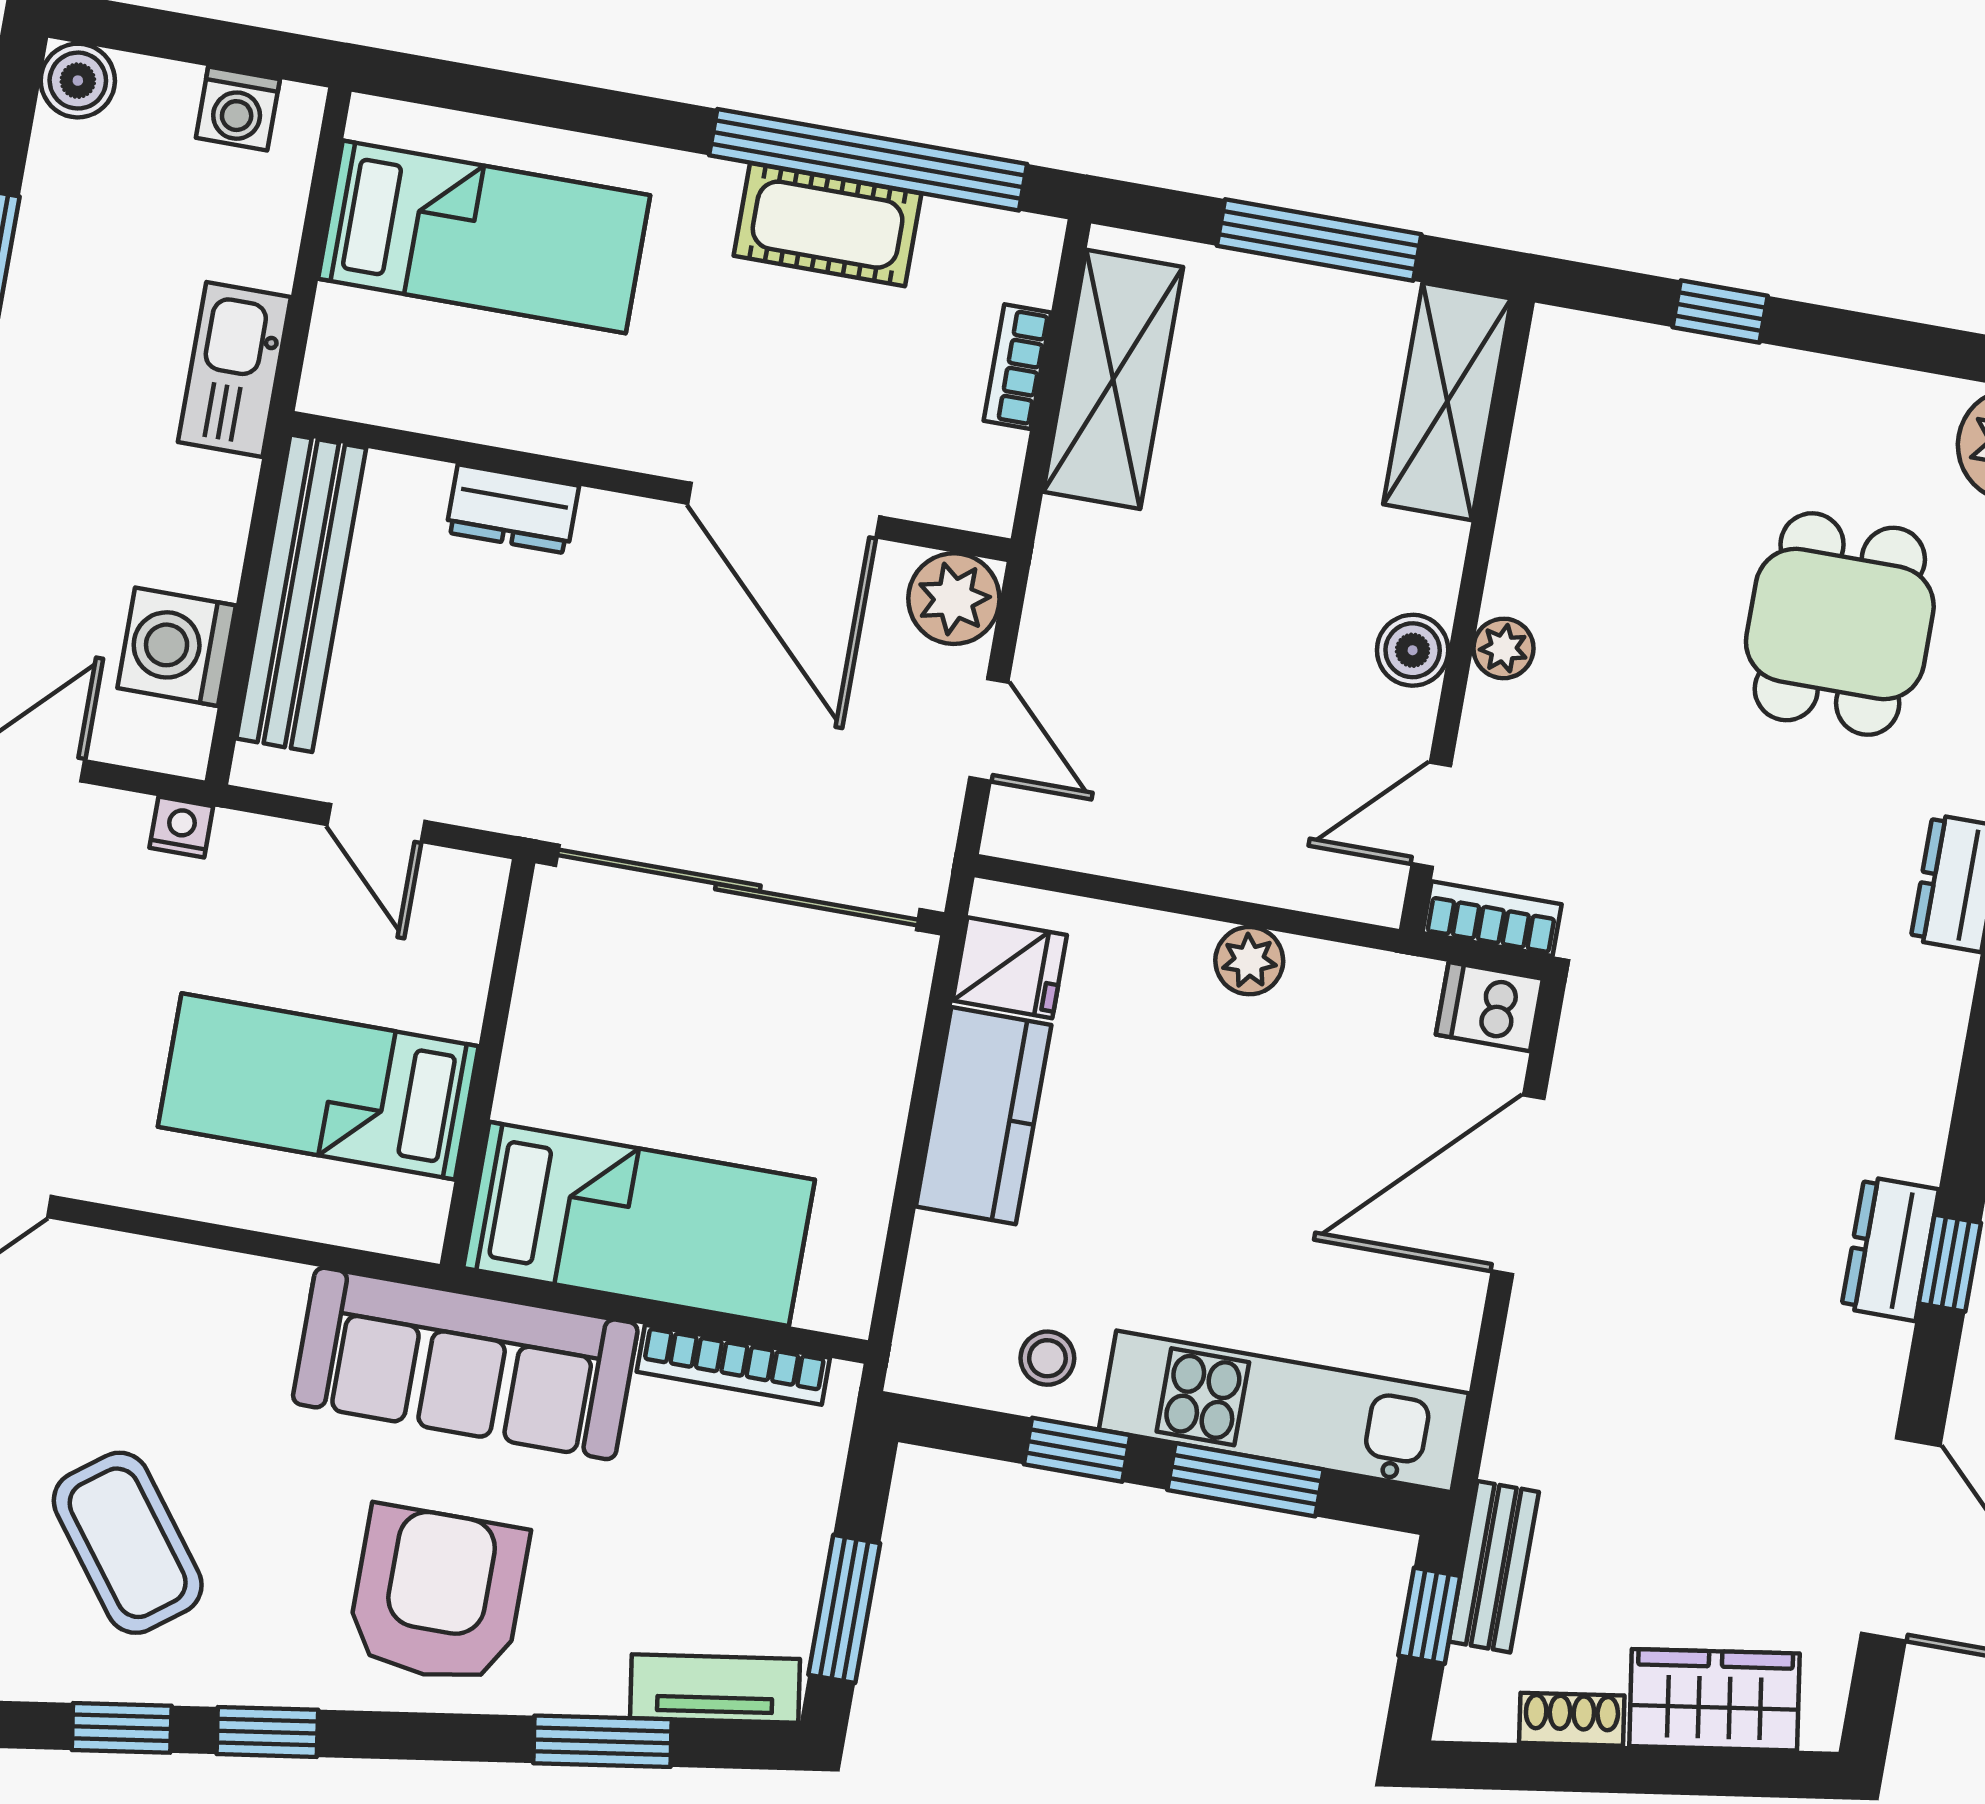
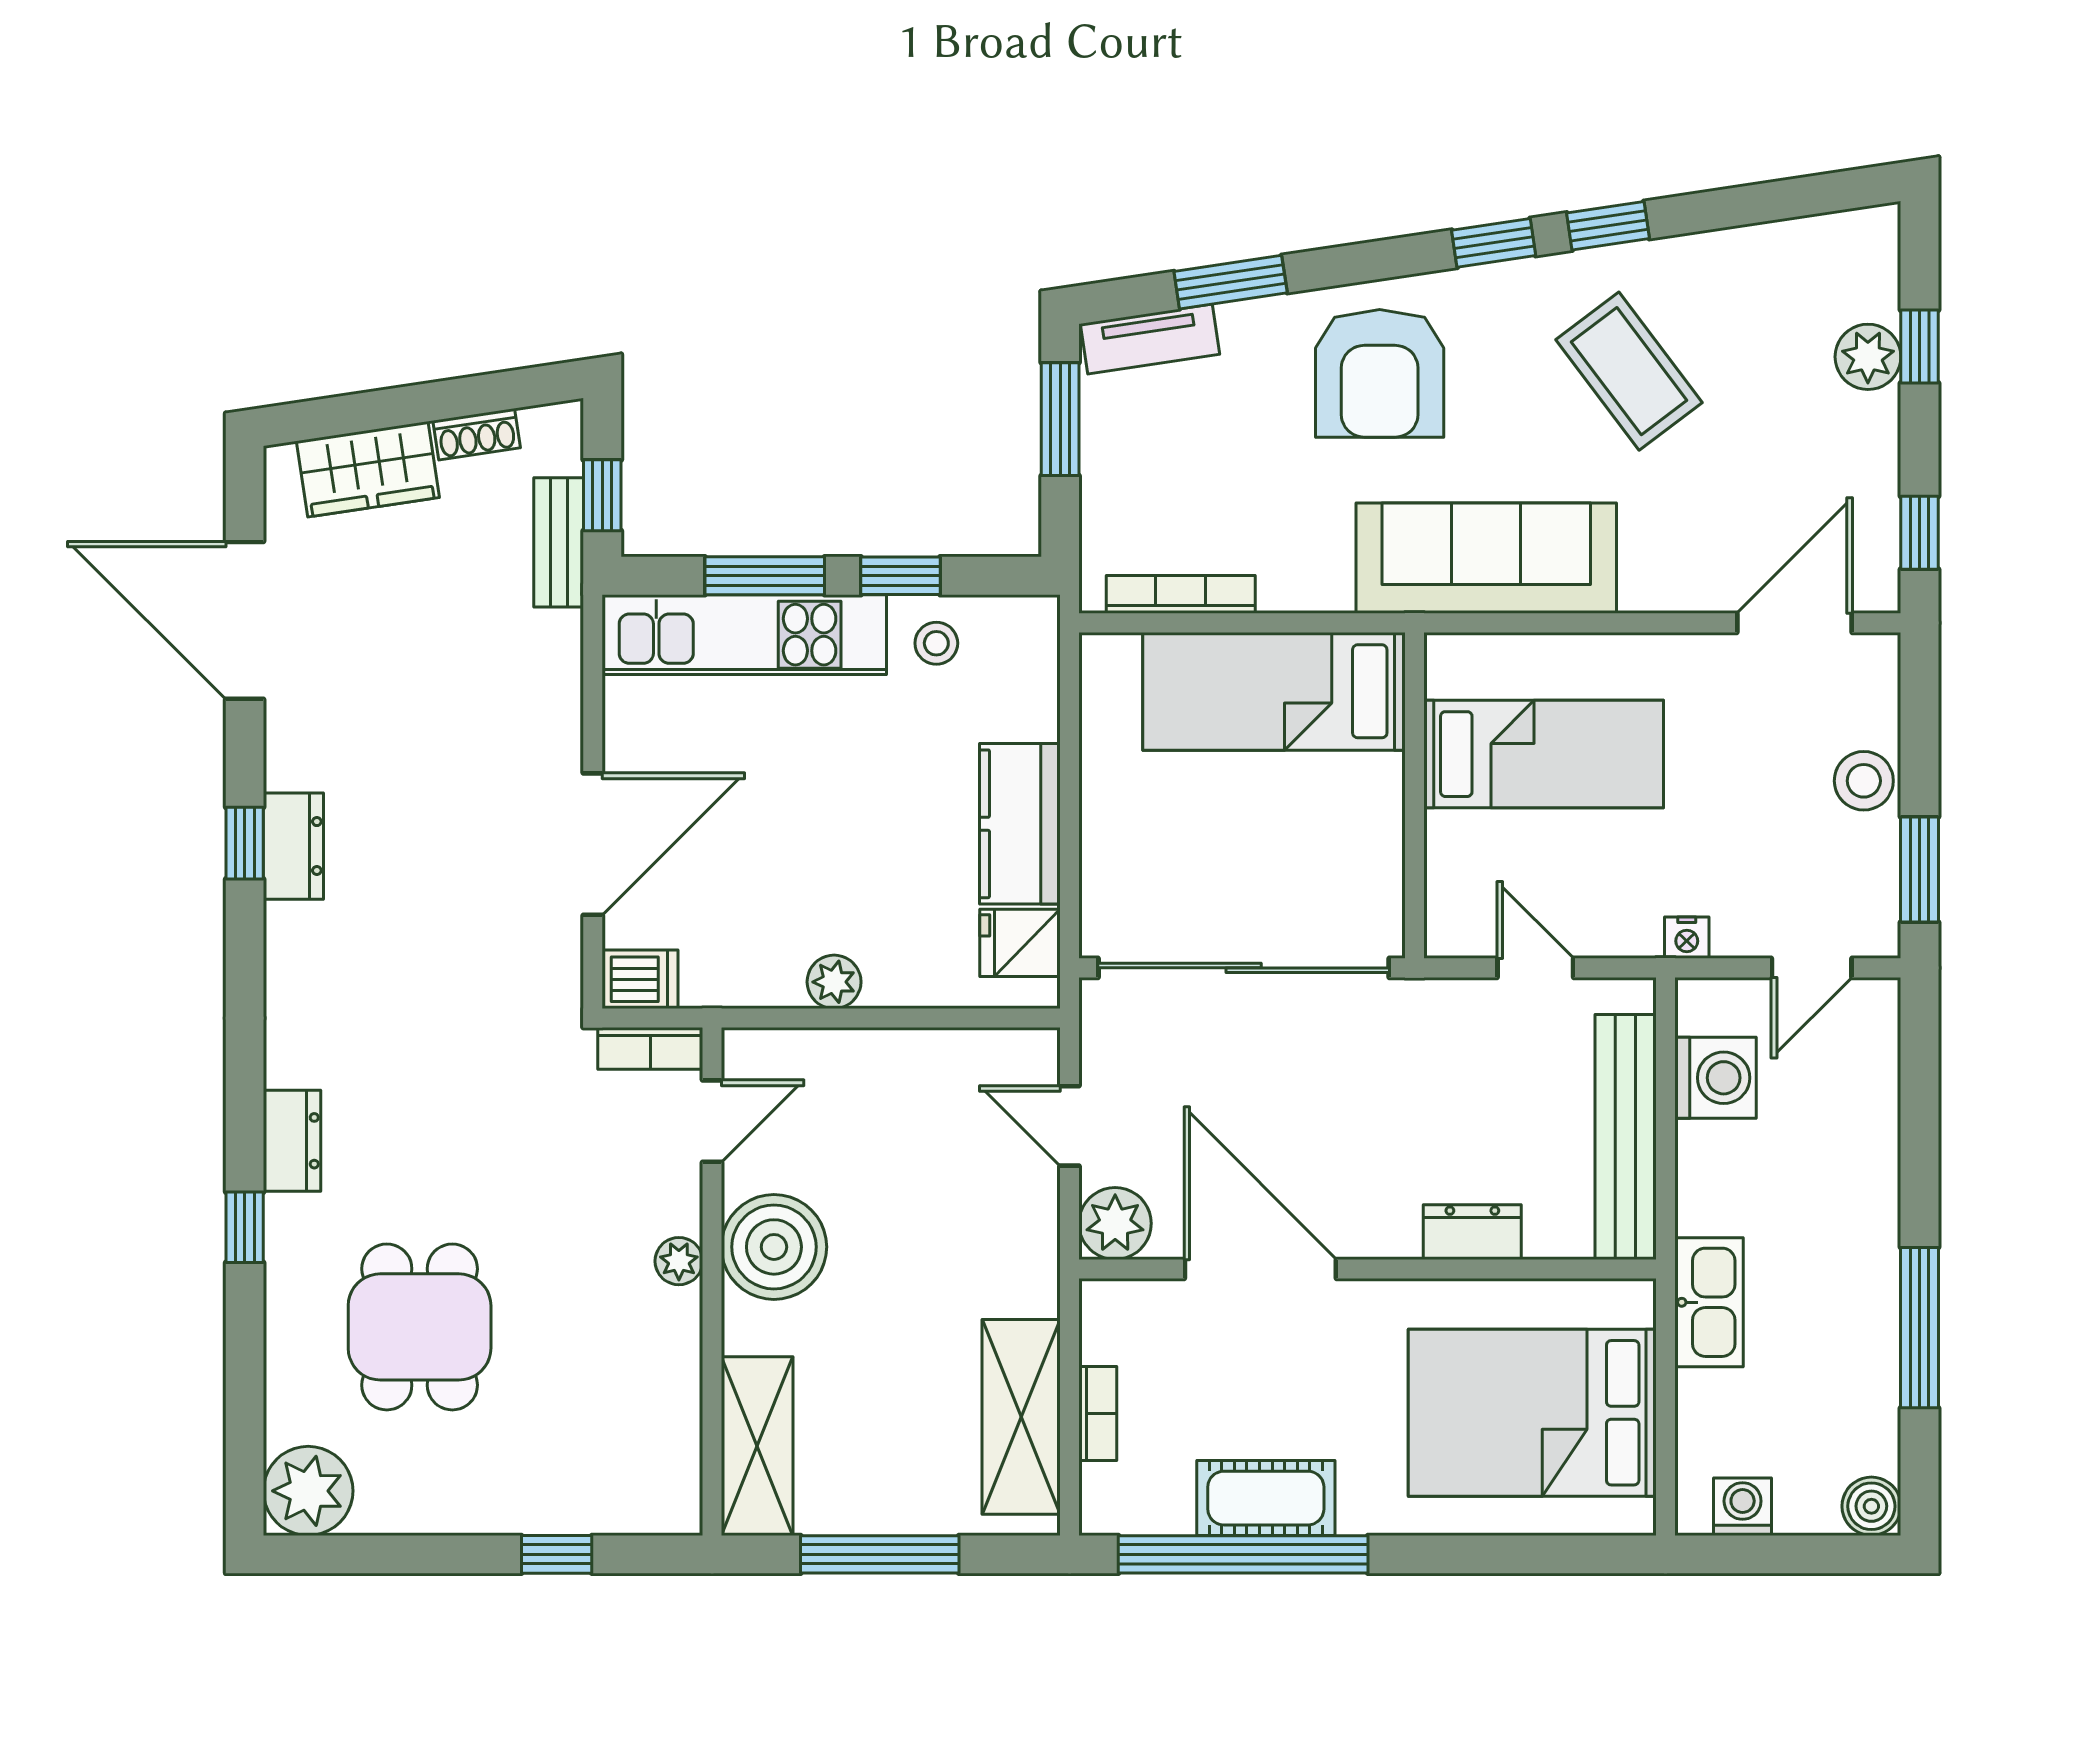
bed: (484, 237) -> (1532, 1413), width x1.50
boiler: (1413, 650) -> (774, 1247), width x1.86, depth x1.86
sofa: (465, 1363) -> (1486, 558), moved

